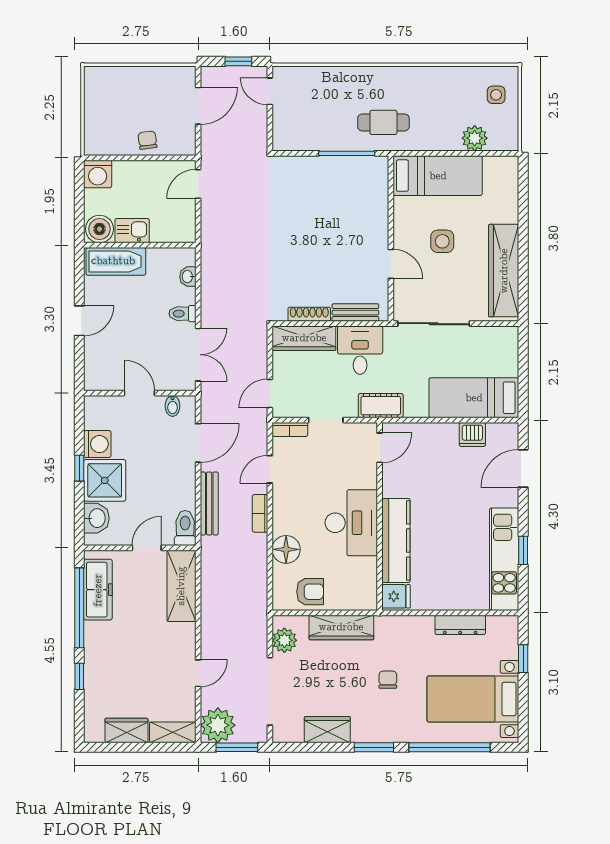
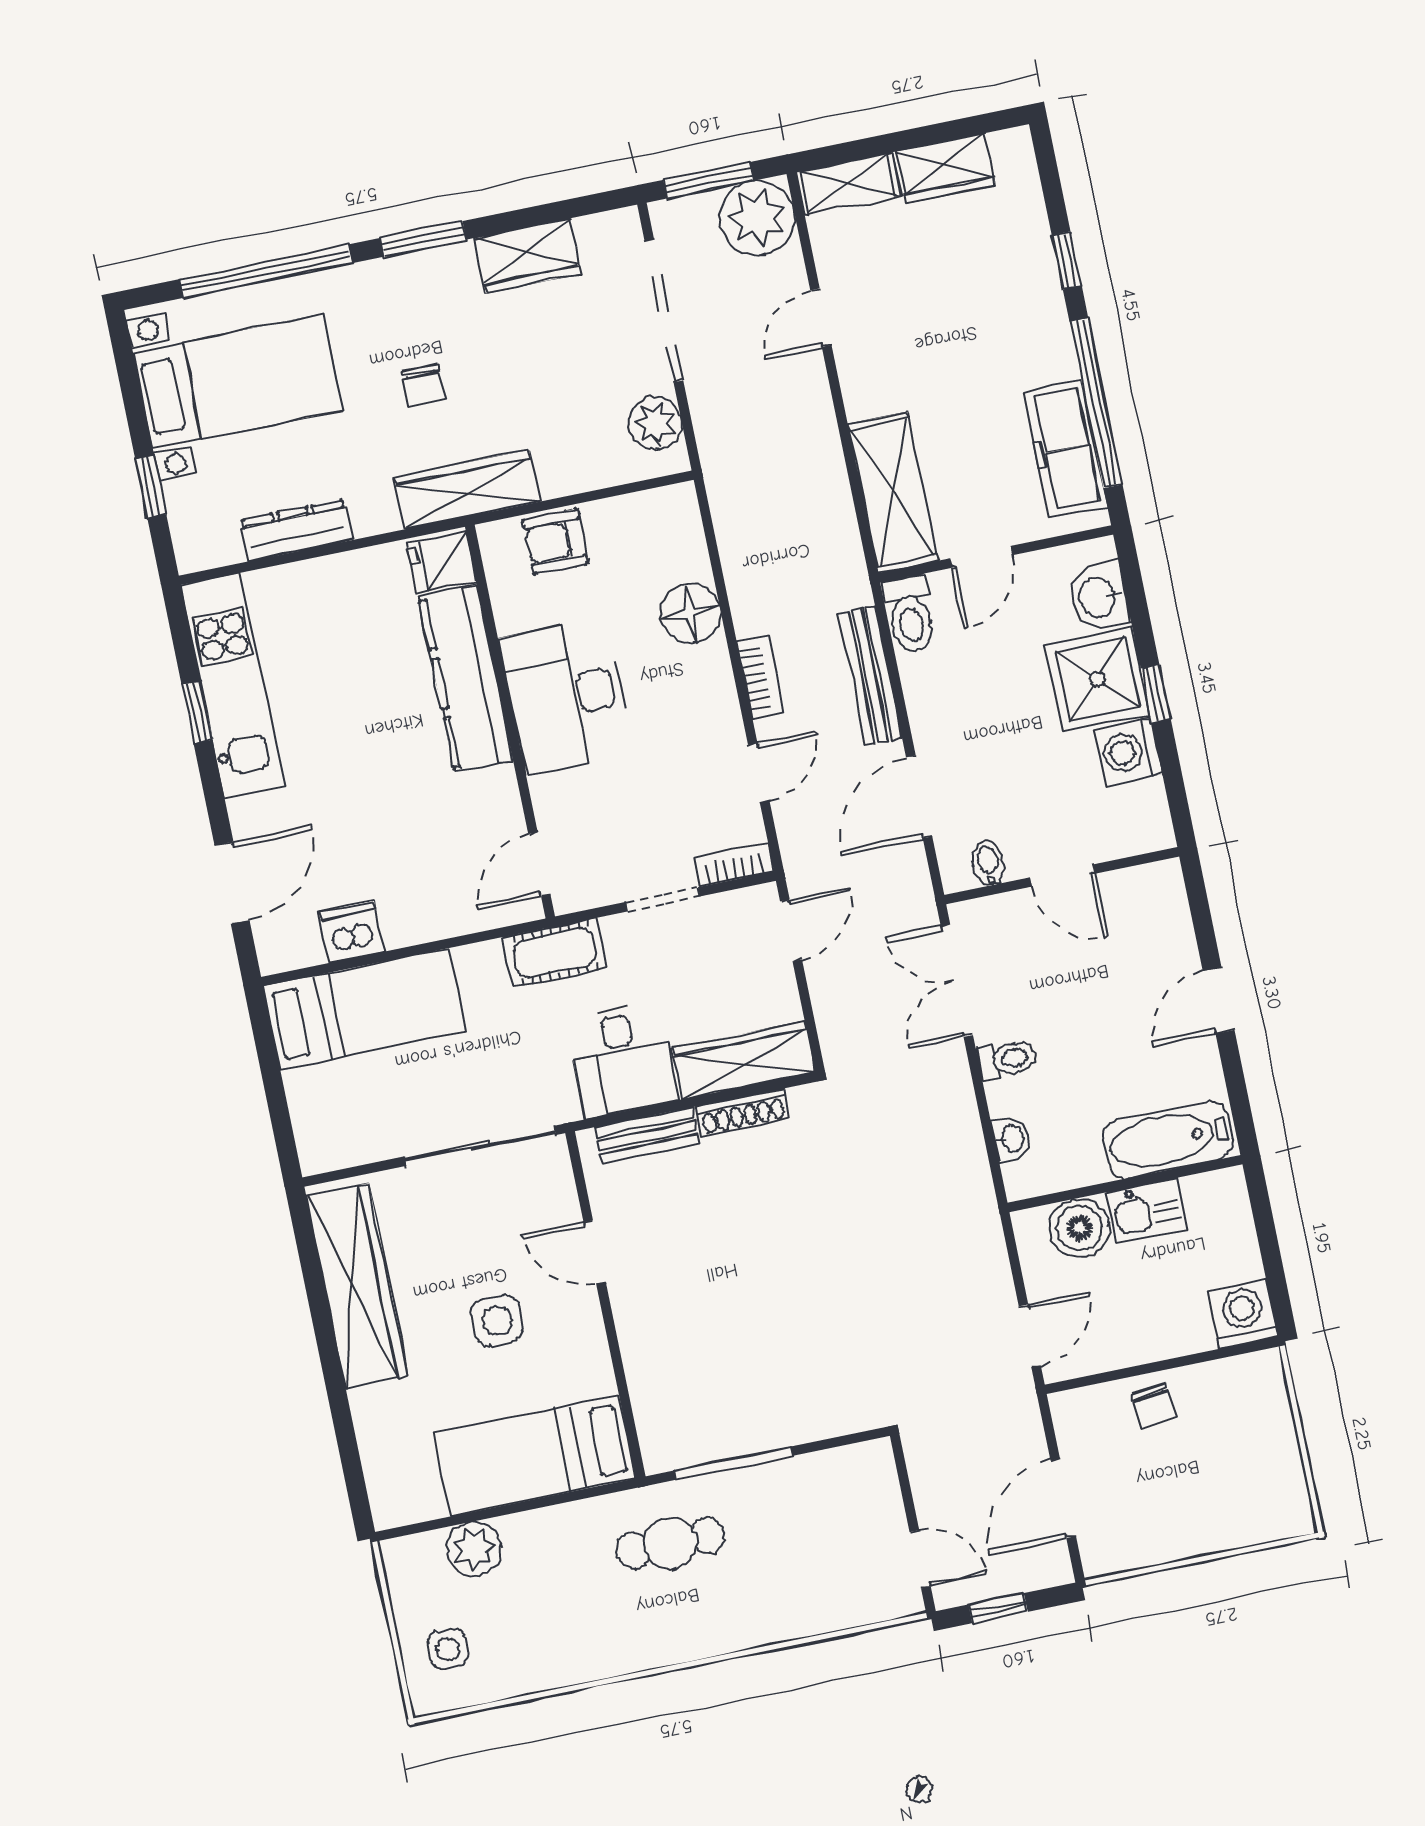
boiler: (99, 229) -> (1080, 1228), moved
armchair: (310, 592) -> (555, 542), moved
wardrobe: (341, 627) -> (467, 490), moved

